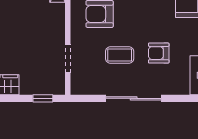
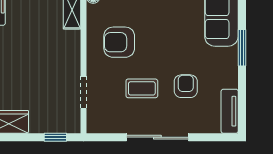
armchair: (159, 53) -> (186, 86), turned 90

